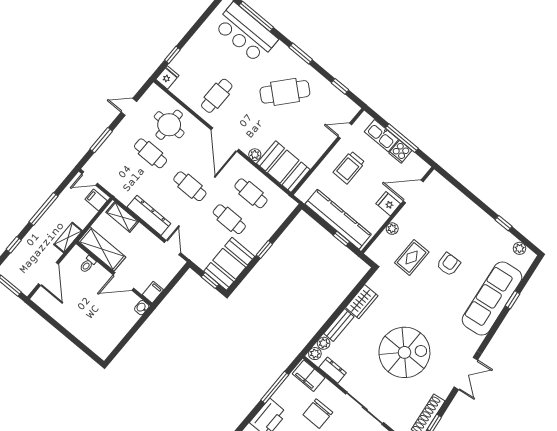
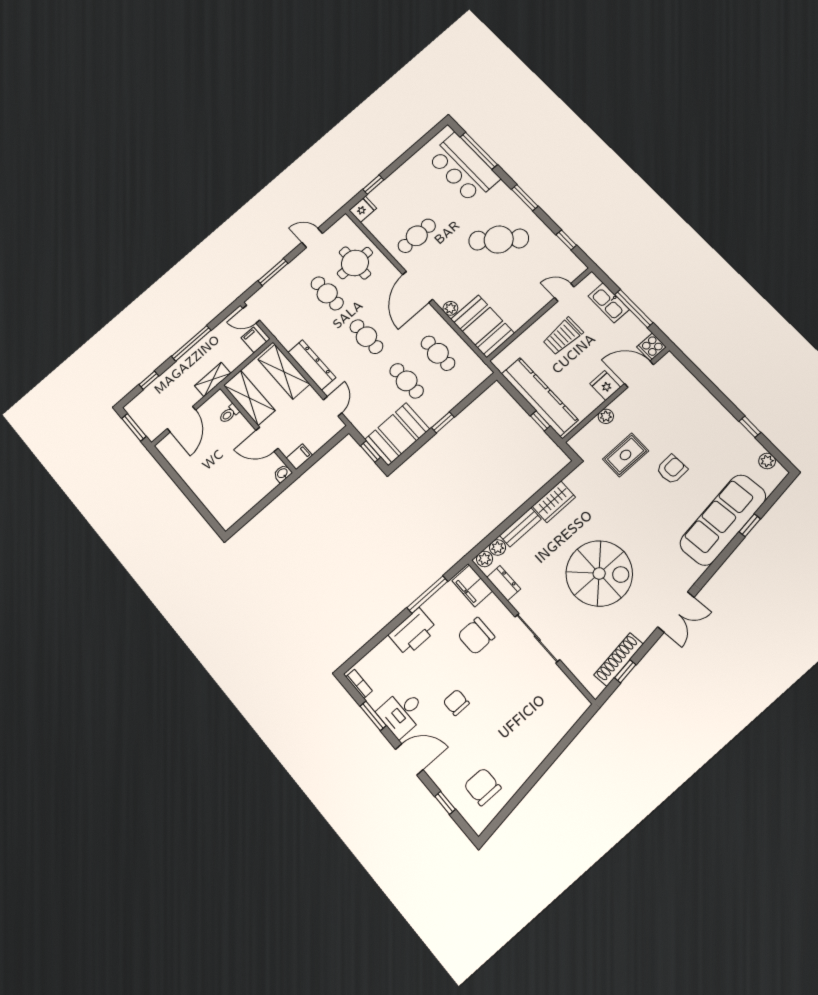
cooker: (400, 152) -> (651, 347), moved
shelving: (122, 217) -> (284, 372), width x1.50, depth x1.33

